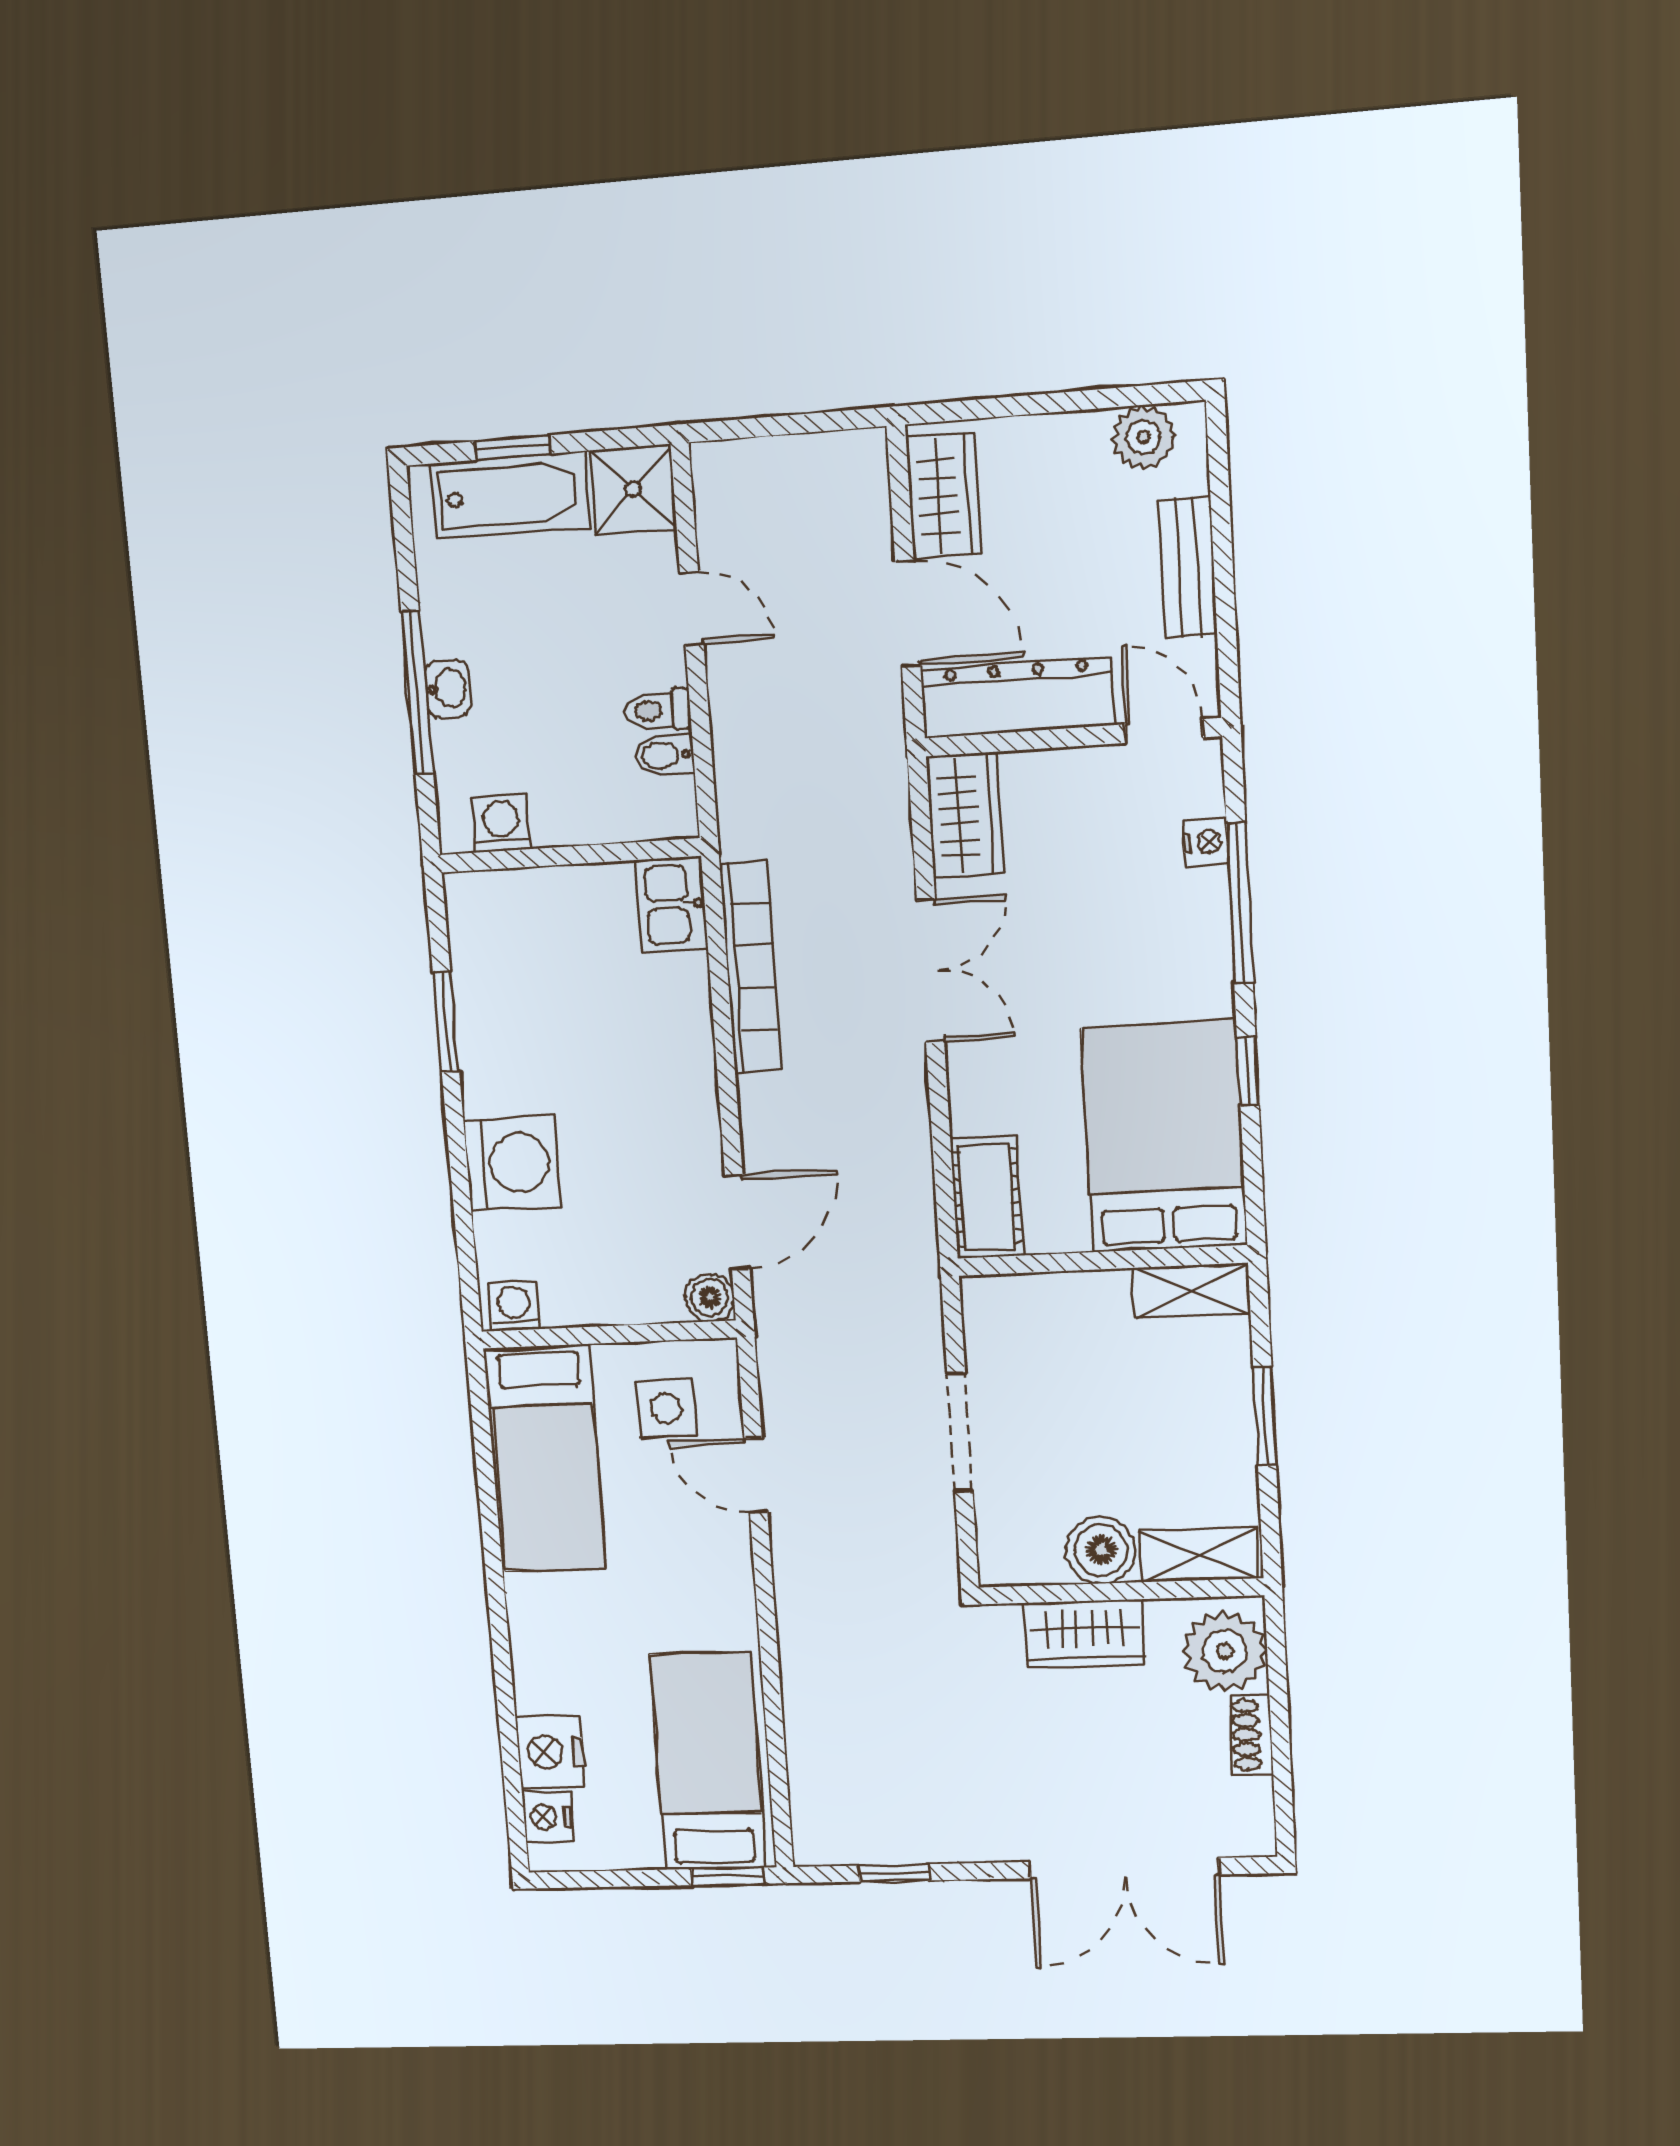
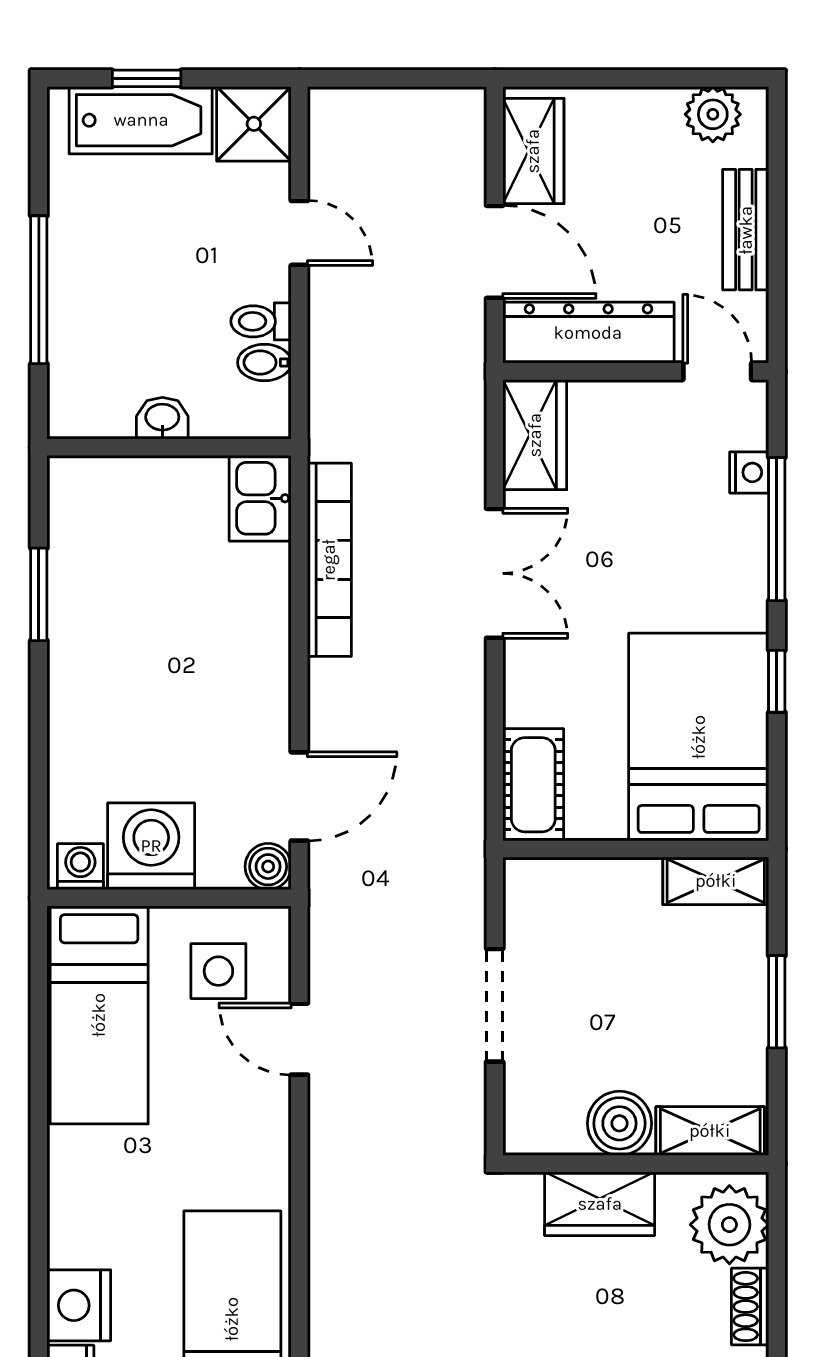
washbasin: (448, 689) -> (162, 418), moved, turned -90
washing machine: (501, 823) -> (107, 414), removed
washing machine: (512, 1163) -> (151, 846), moved, turned -90

